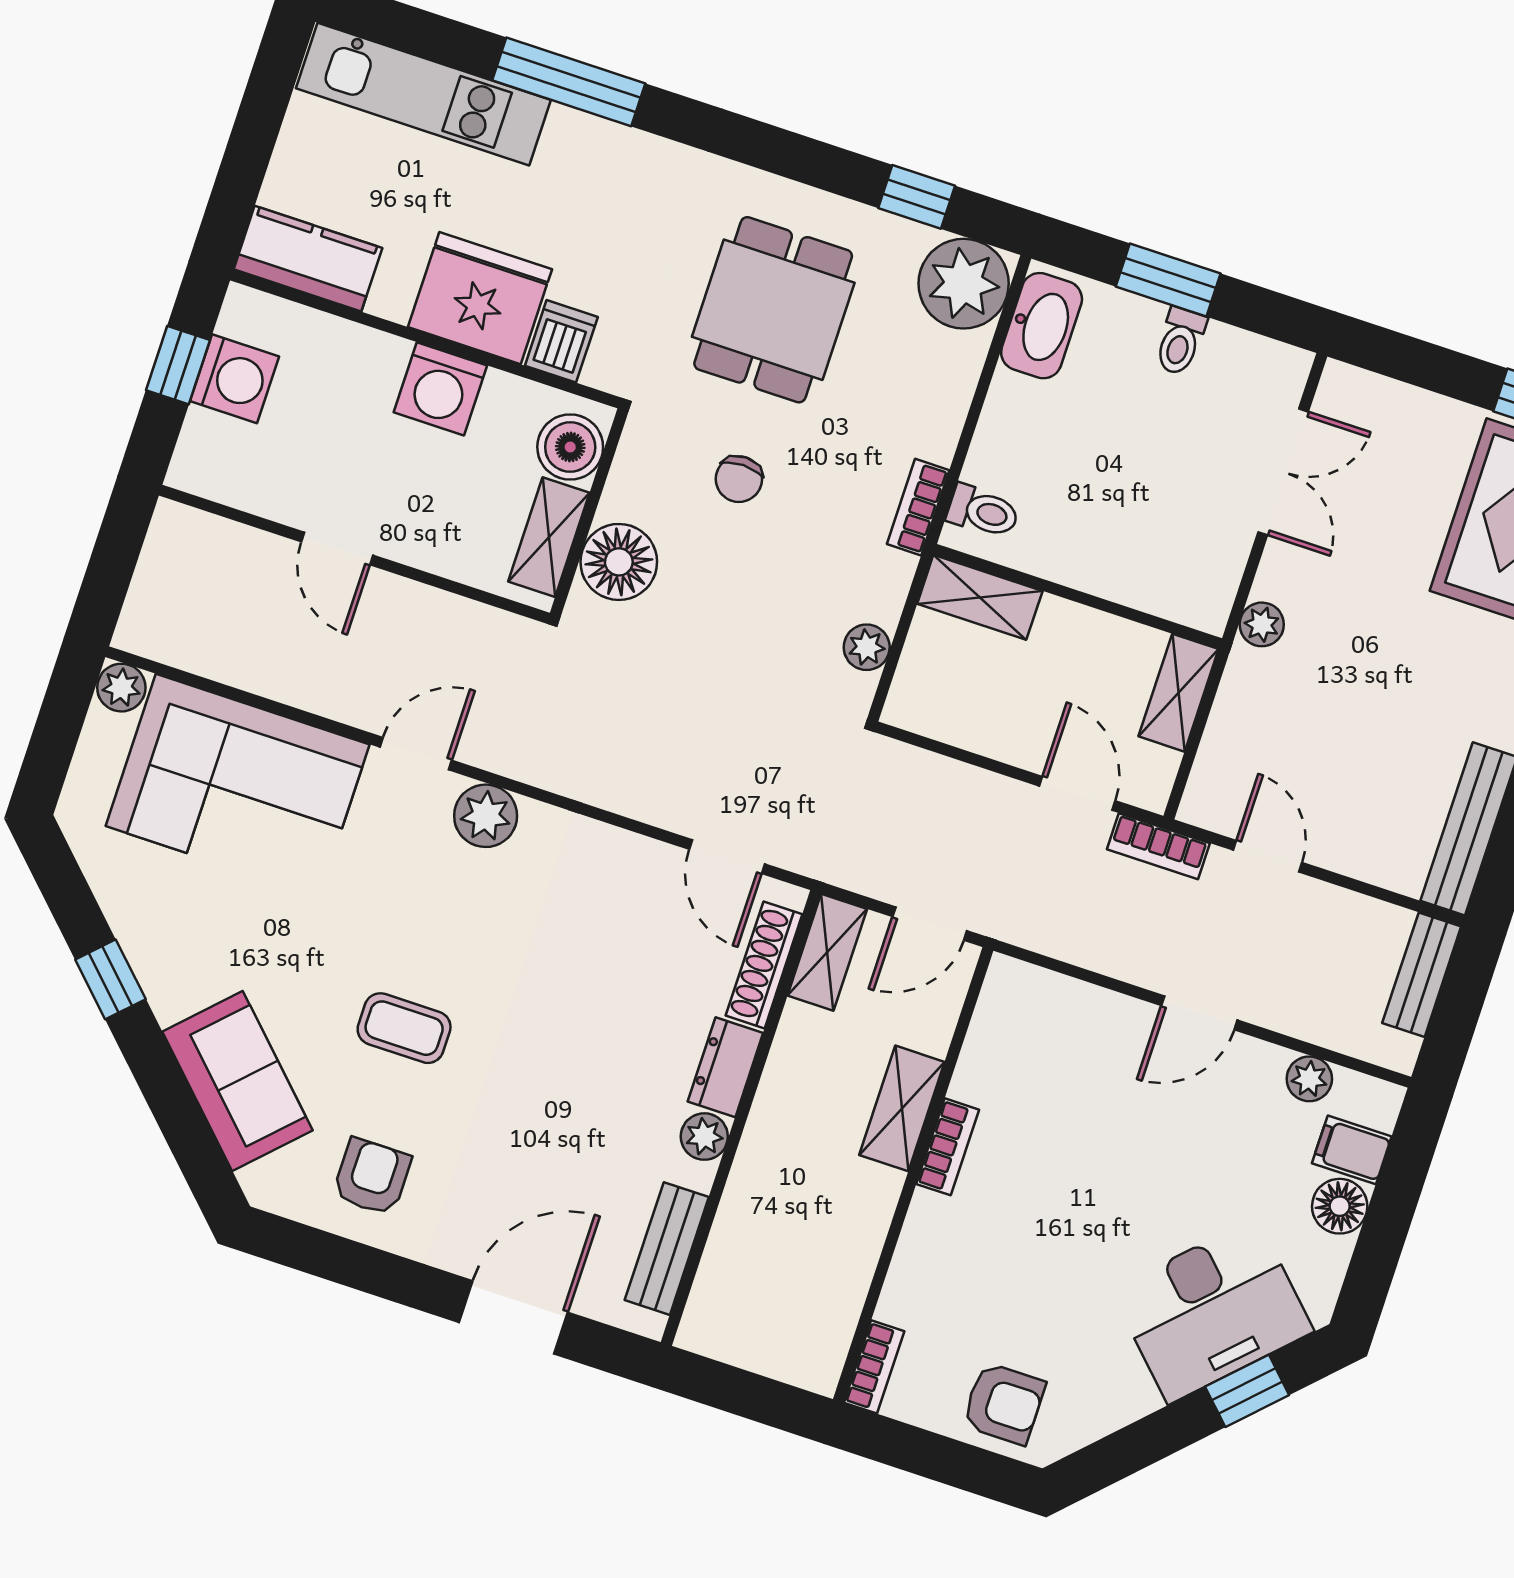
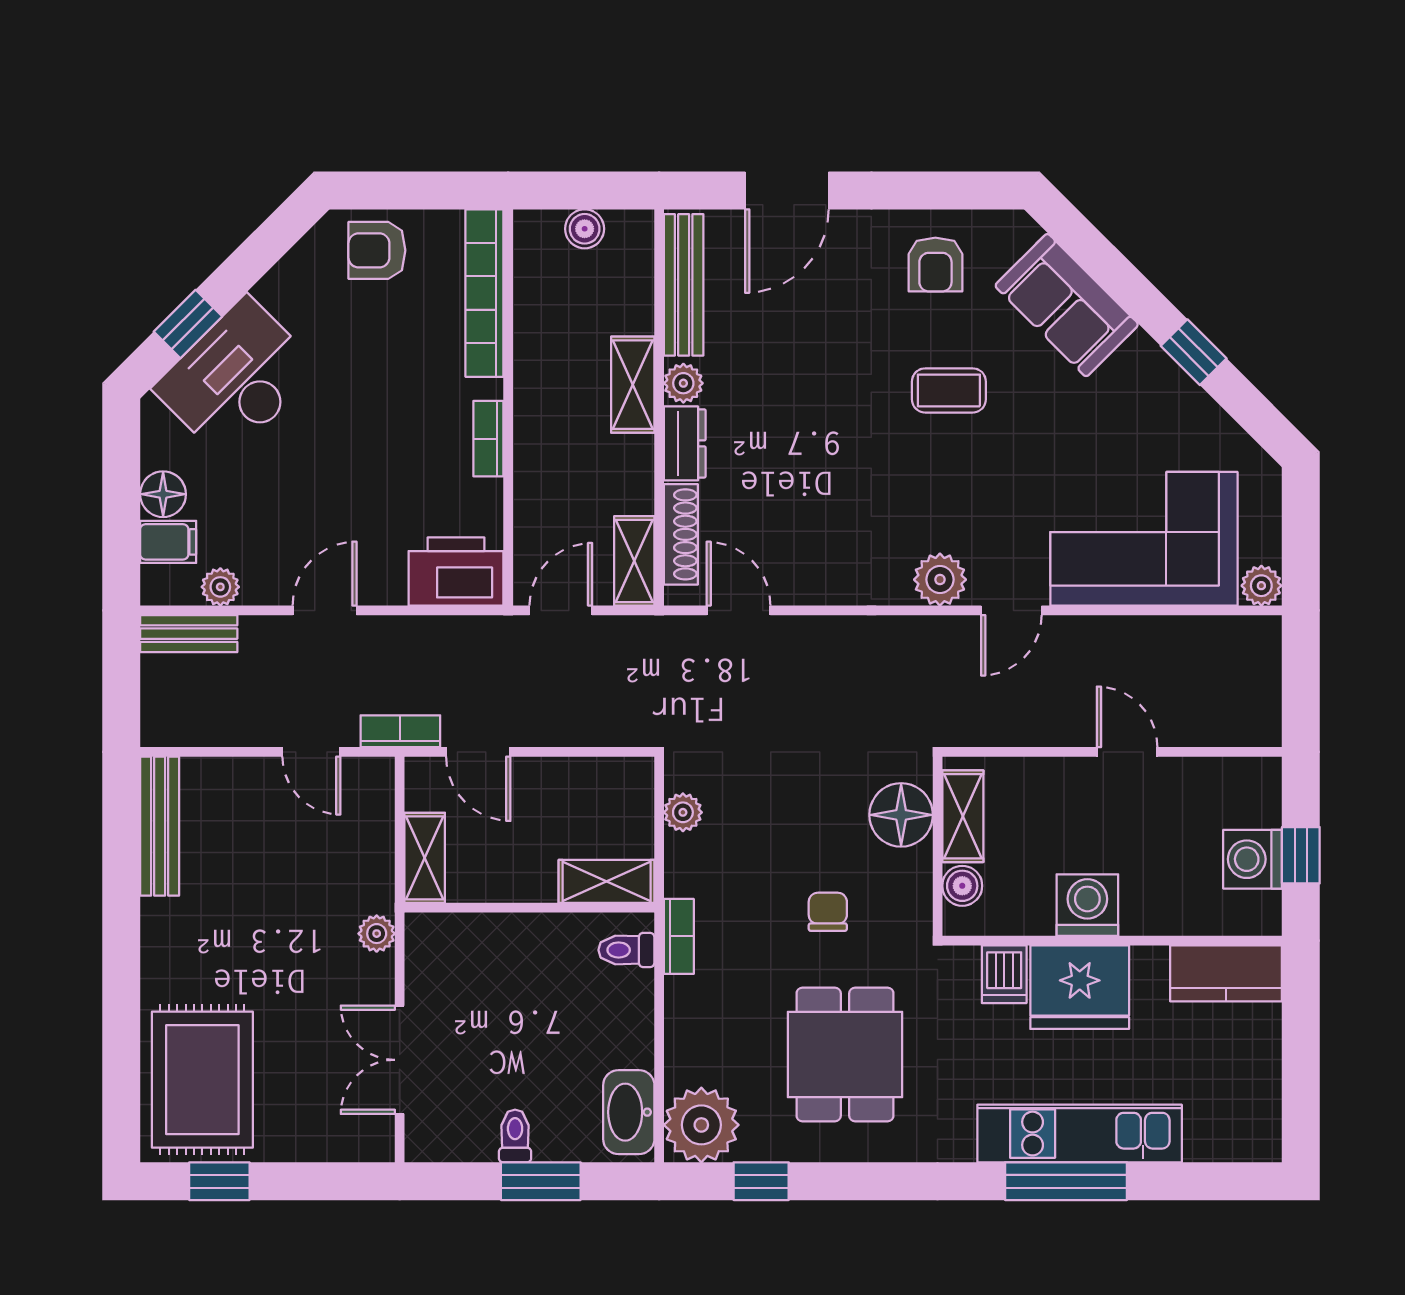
kitchen unit: (423, 94) -> (1080, 1134), moved
boiler: (570, 447) -> (962, 886), width x0.73, depth x0.73
bench: (1422, 975) -> (189, 634), moved, turned 90
printer: (1035, 1007) -> (456, 572), added
shelving: (902, 1108) -> (633, 385), moved
bench: (667, 1249) -> (684, 285), width x1.36
boiler: (759, 1350) -> (585, 229), added
bookcase: (874, 1367) -> (484, 293), width x2.31, depth x1.31

